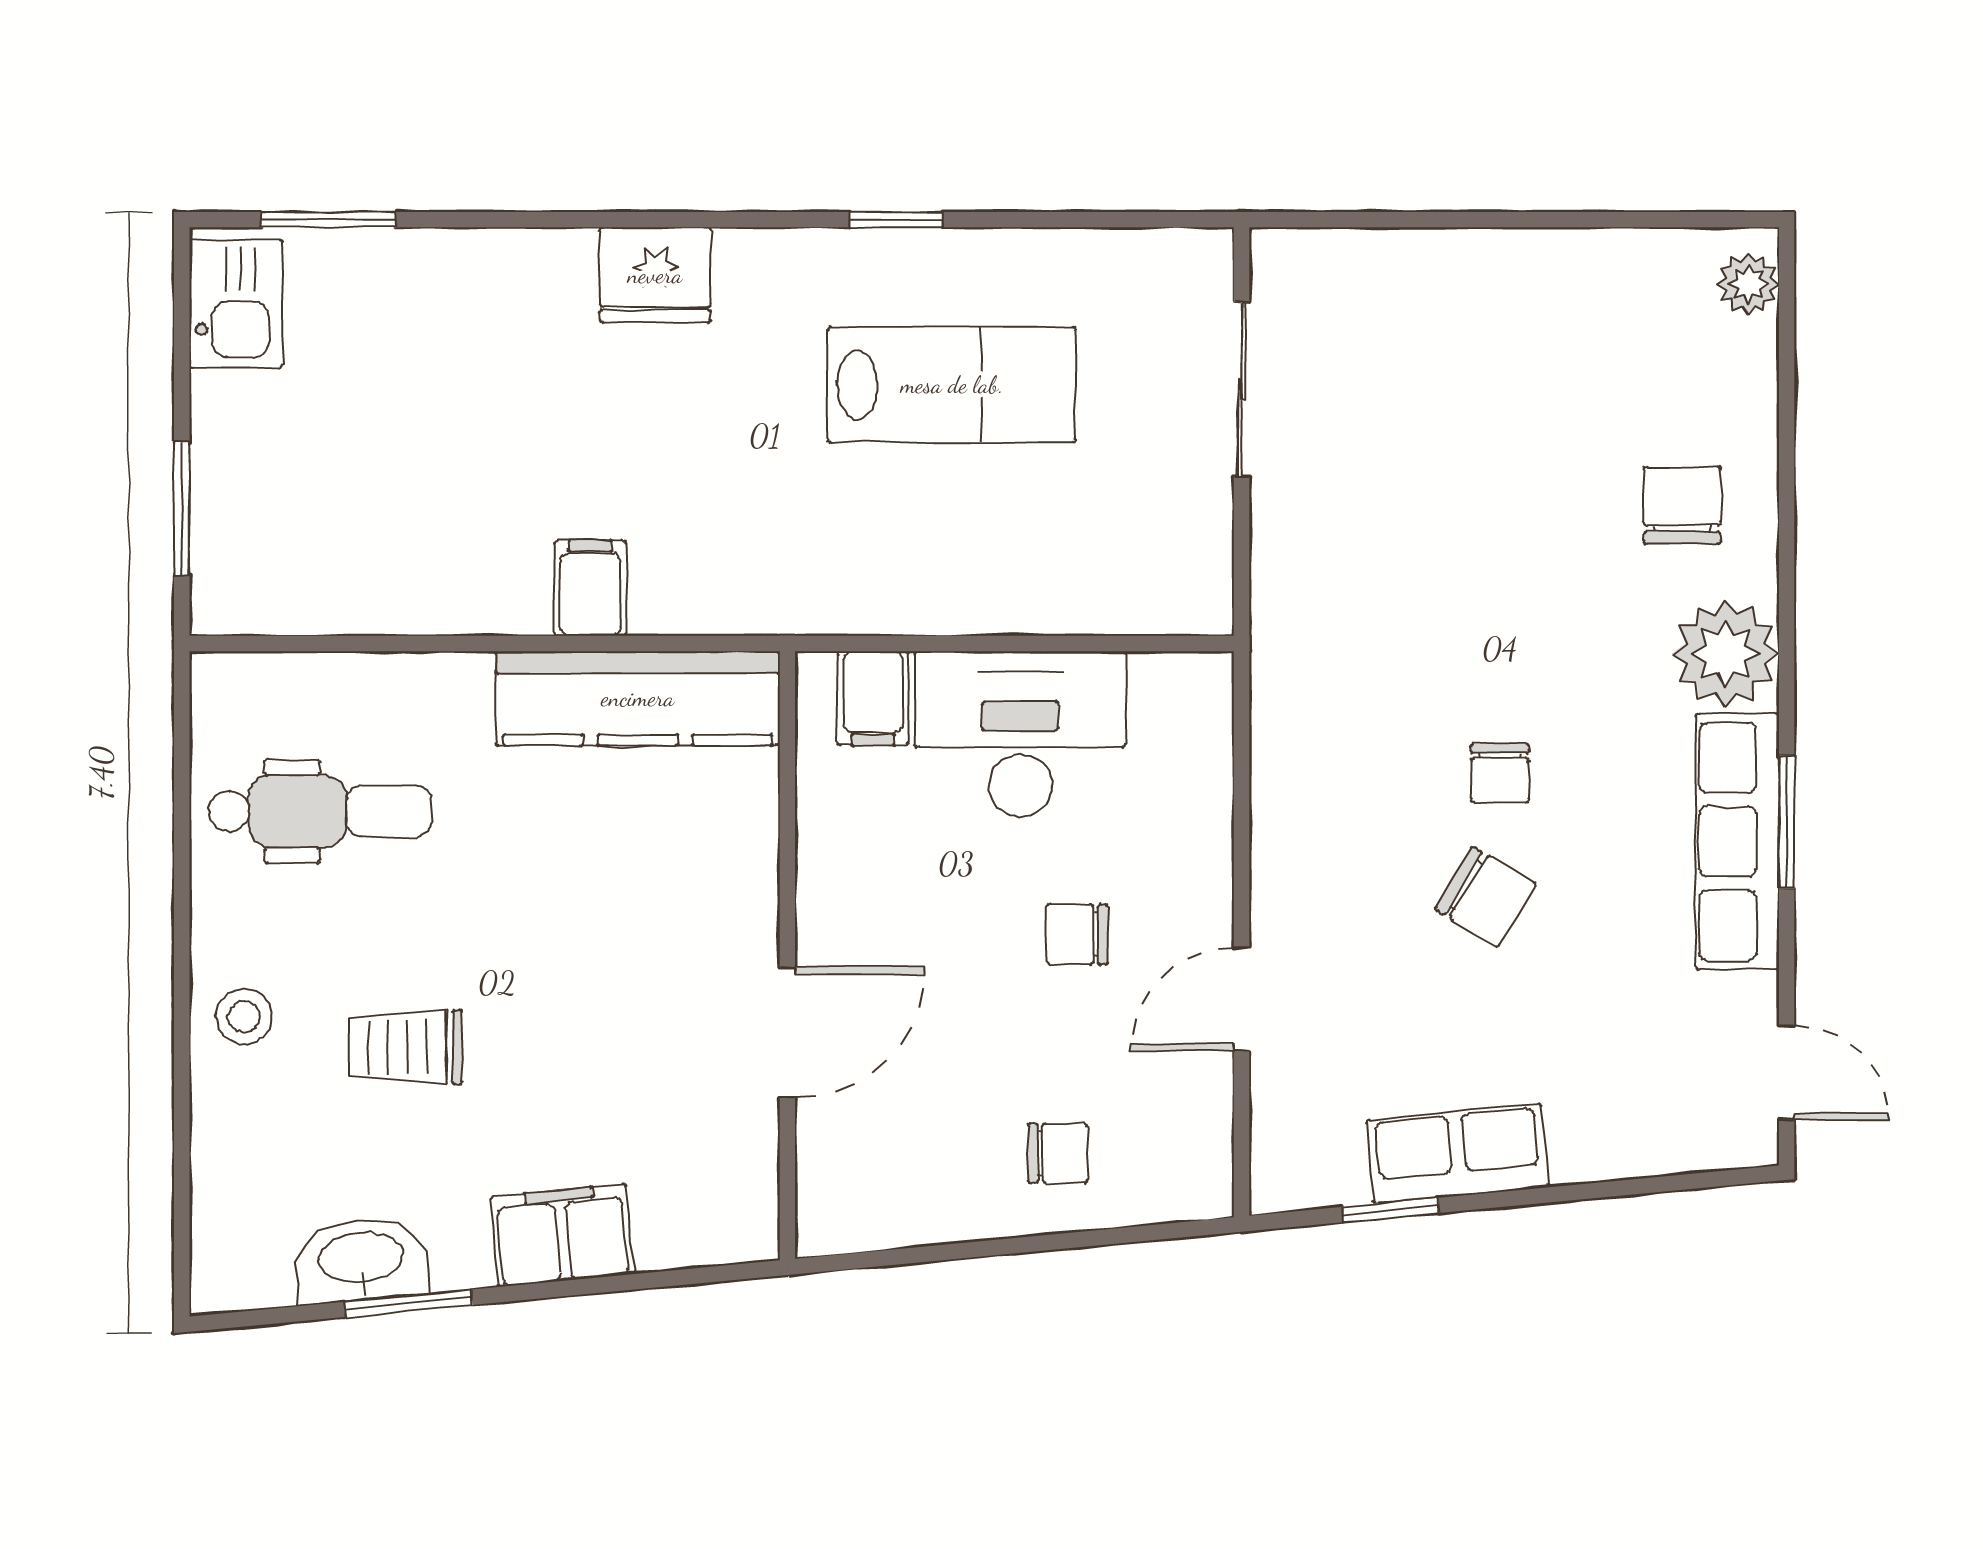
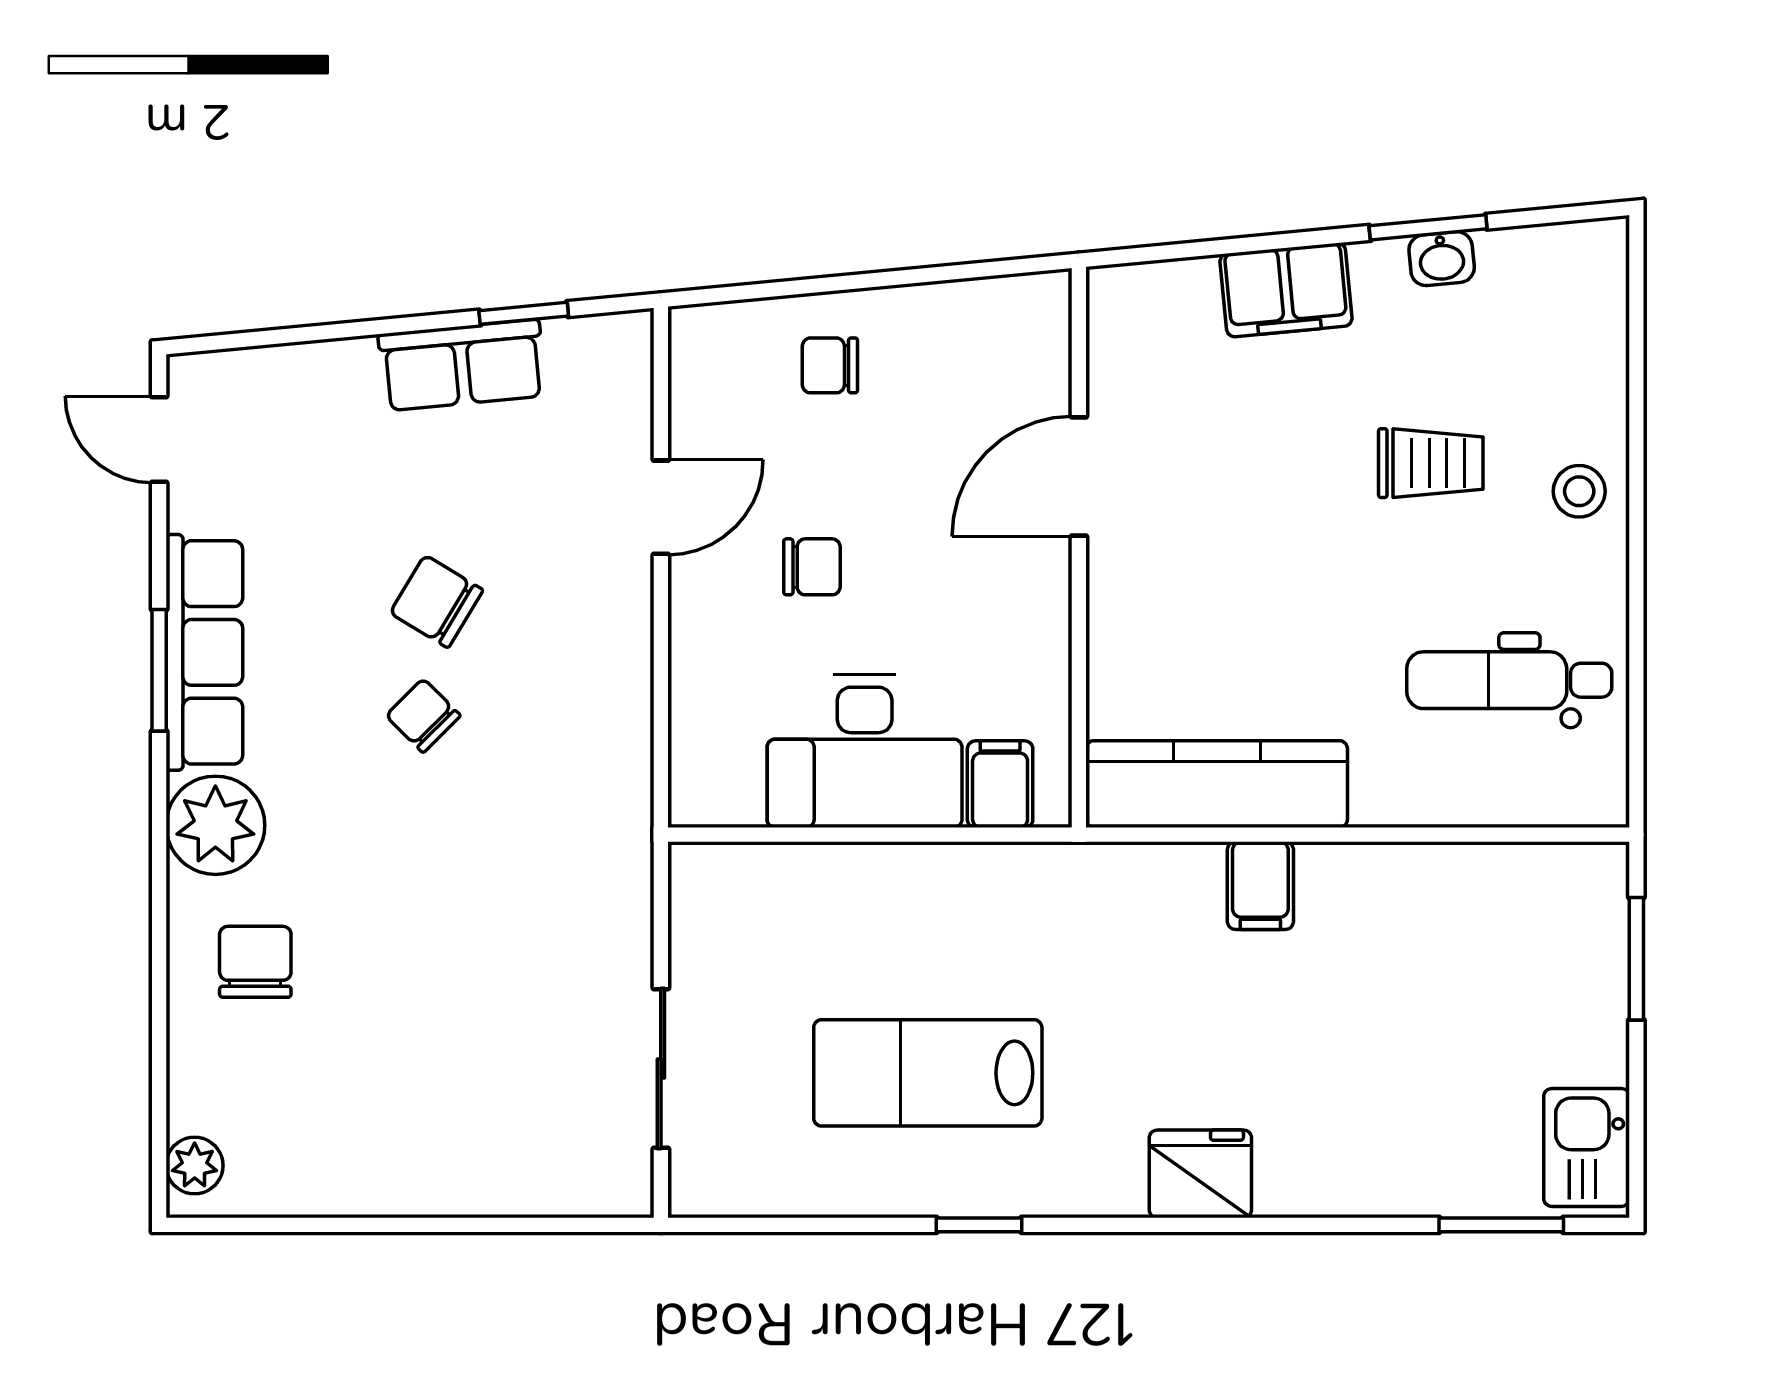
chair: (1682, 505) -> (255, 962), turned 180
chair: (1500, 773) -> (423, 716), turned -45
washbasin: (361, 1260) -> (1442, 259), width x0.52, depth x0.69

